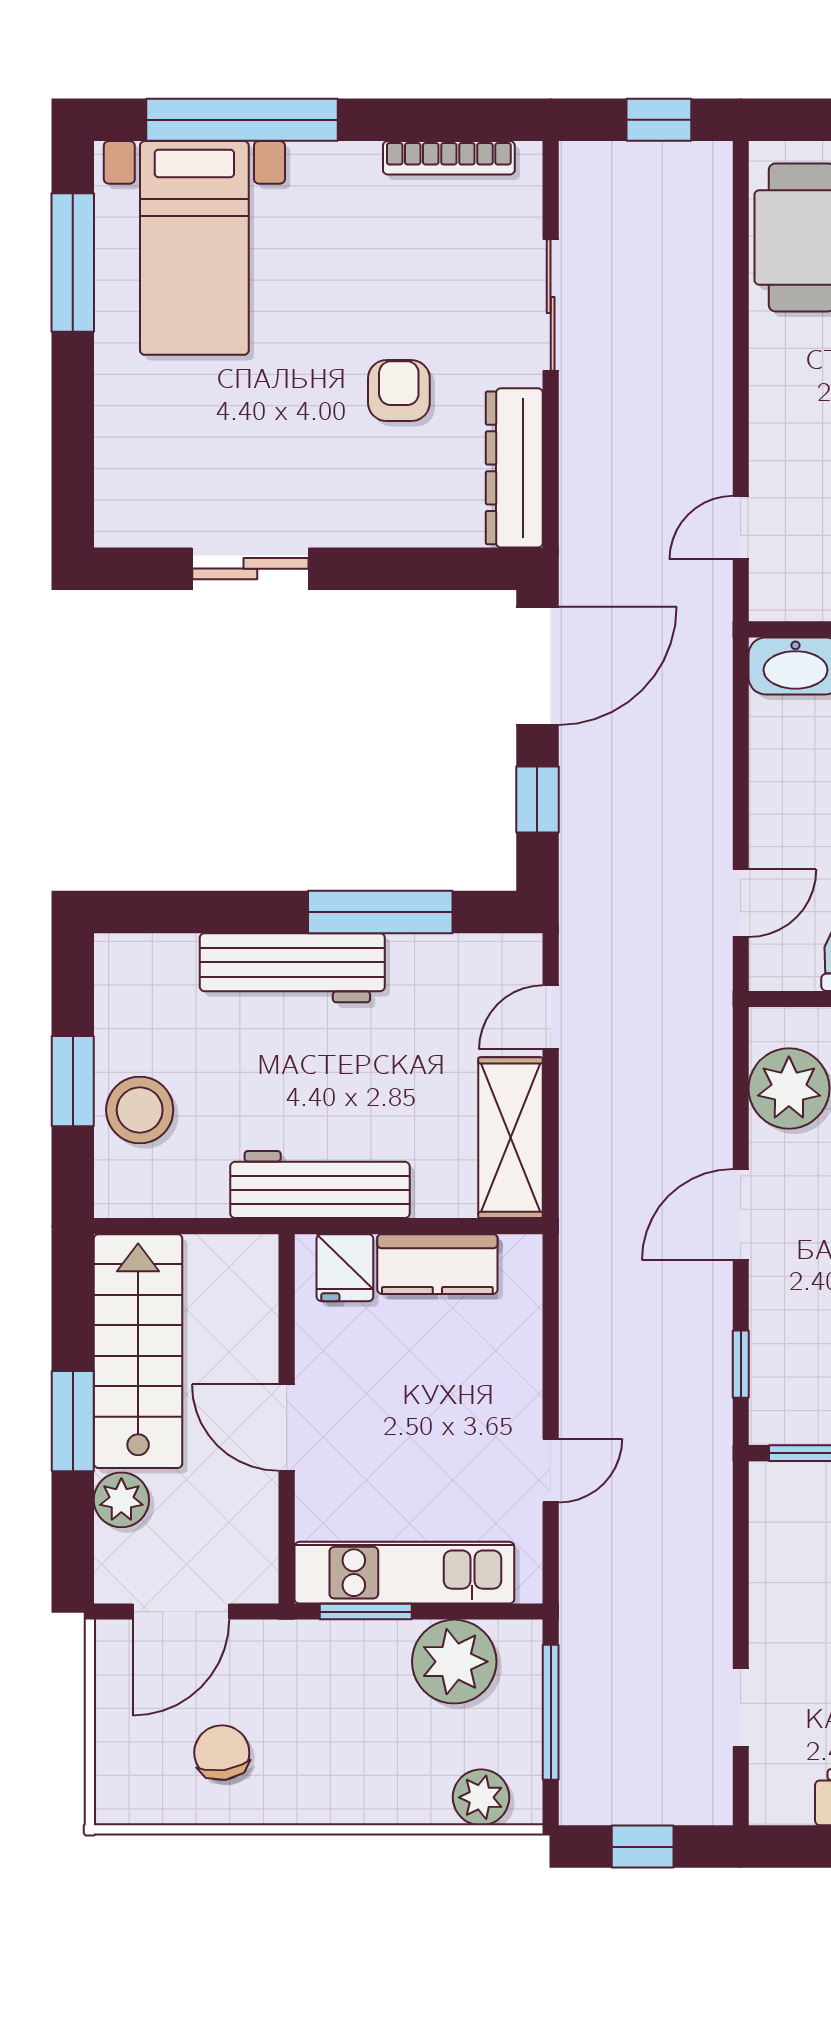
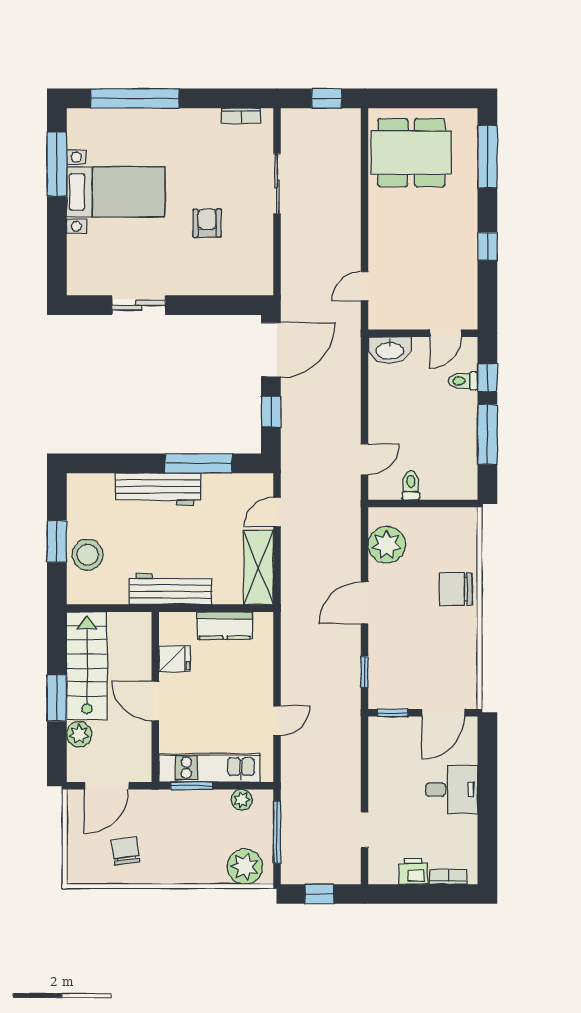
bookcase: (449, 158) -> (241, 116), width x0.64
bed with nightstands: (194, 248) -> (116, 192), moved, turned -90
dresser: (514, 468) -> (260, 259), removed
fridge: (345, 1268) -> (174, 659), moved, turned -90
plant: (454, 1662) -> (242, 800), width x0.53, depth x0.53
plant: (481, 1797) -> (245, 867), width x1.36, depth x1.36

